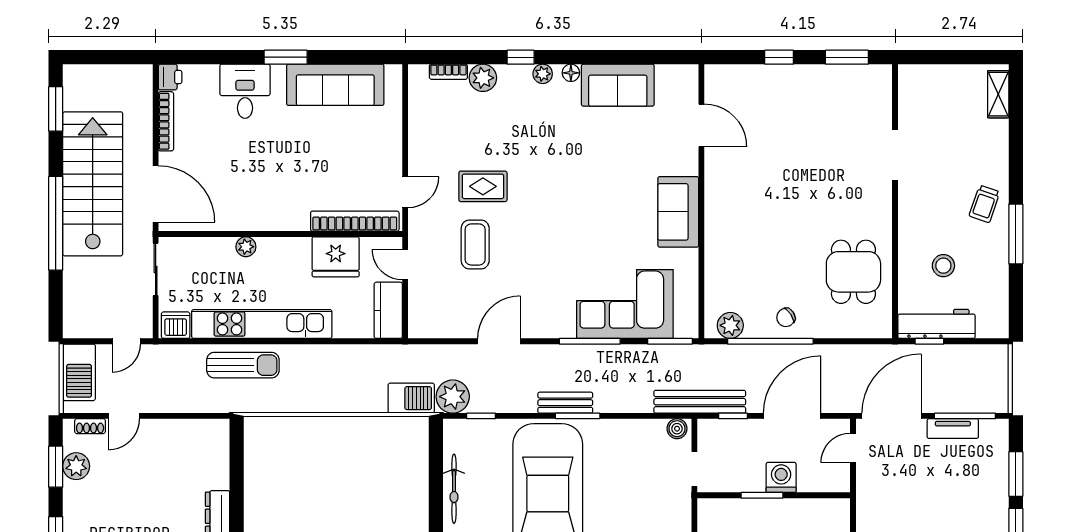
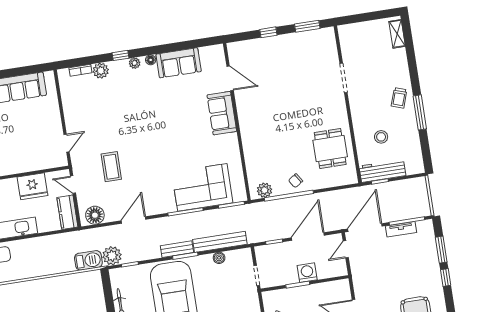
rug: (483, 186) -> (110, 133), removed
sofa: (678, 212) -> (222, 113), moved
bookcase: (355, 221) -> (40, 164), removed
floor lamp: (434, 323) -> (95, 215), added
bench: (700, 402) -> (220, 242), moved
boiler: (677, 429) -> (219, 258), moved

